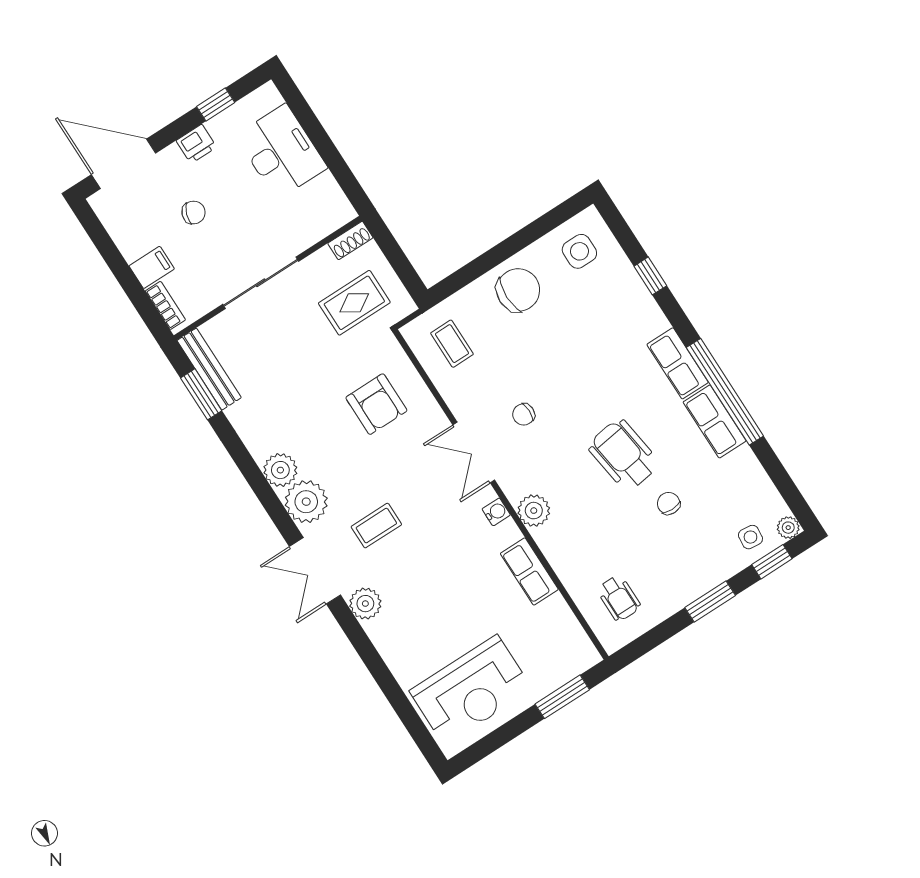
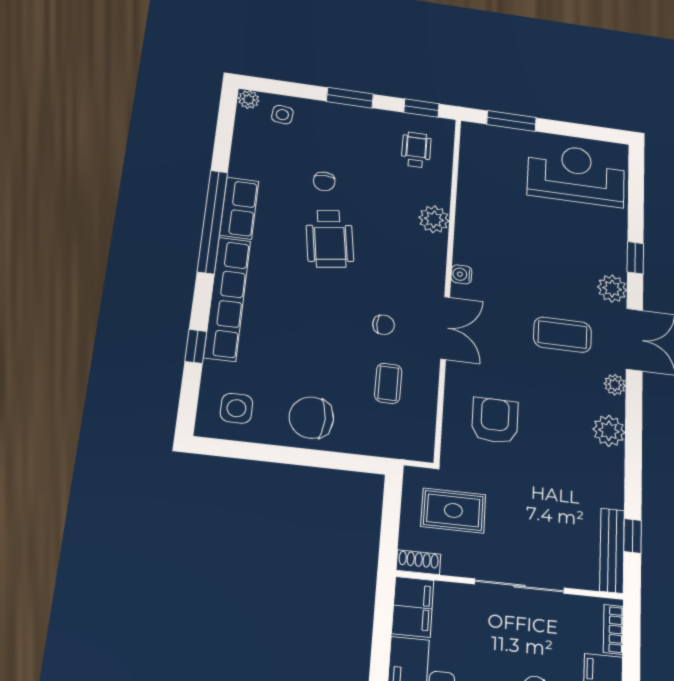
filing cabinet: (329, 203) -> (413, 607), added
coffee table: (452, 344) -> (388, 383), moved
row of seats: (678, 363) -> (227, 299), width x2.02
window: (201, 394) -> (633, 536), width x0.67
plant: (306, 502) -> (615, 385), width x0.53, depth x0.53
plant: (534, 511) -> (434, 219), moved
coffee table: (376, 526) -> (562, 335), width x1.36, depth x1.30
window: (772, 562) -> (421, 108), moved
row of seats: (529, 571) -> (469, 217), removed
window: (366, 650) -> (635, 258), added

